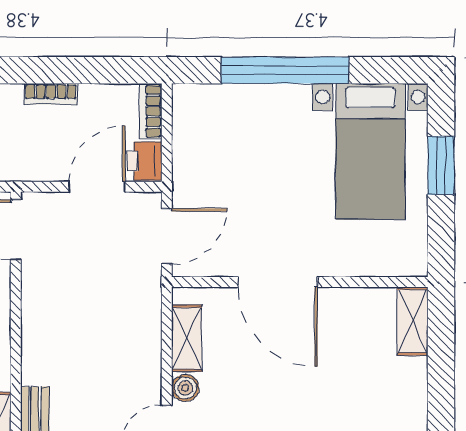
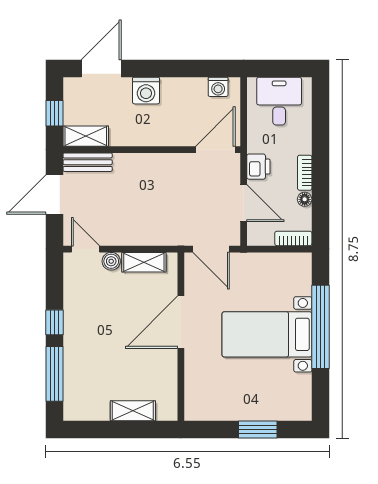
floor lamp: (91, 94) -> (305, 199), added
bed with nightstands: (370, 151) -> (267, 334), moved
printer: (144, 161) -> (258, 167), moved, turned 90
shelving: (413, 321) -> (133, 411), moved

